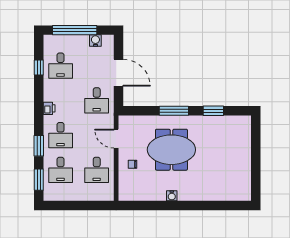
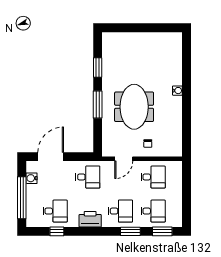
door: (118, 73) -> (51, 157), moved
printer: (49, 108) -> (90, 219), width x1.87, depth x1.48
water cooler: (172, 196) -> (177, 91), moved

